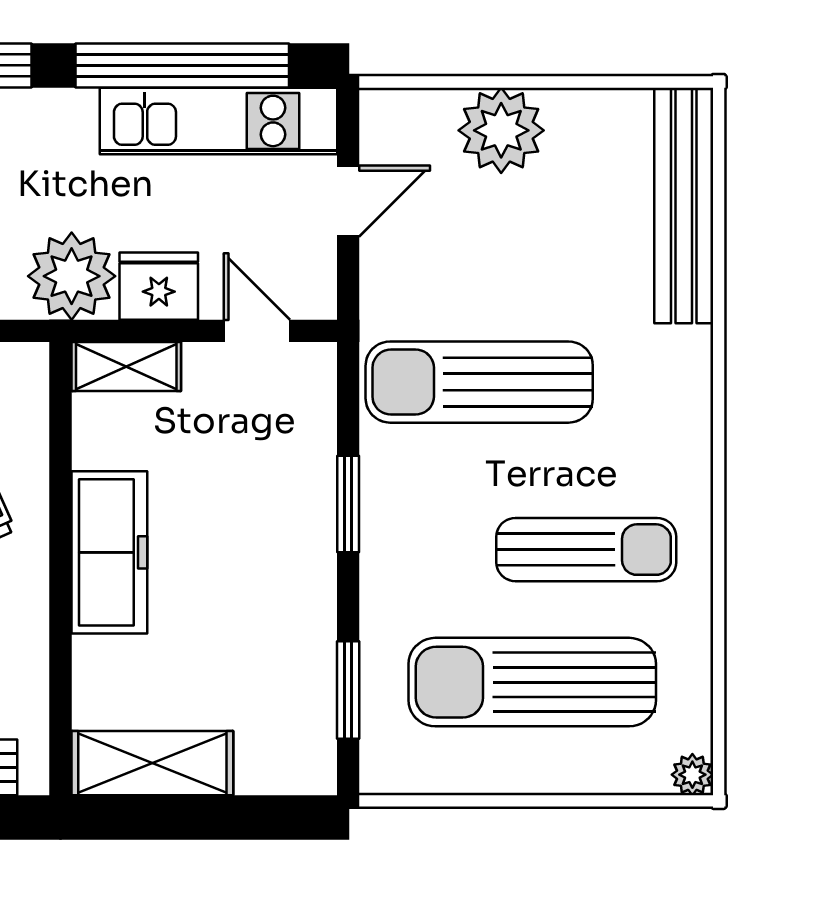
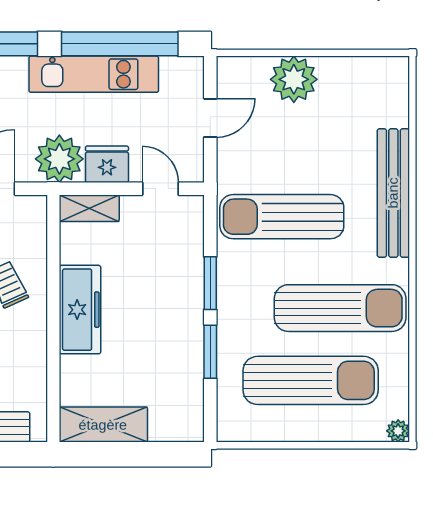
kitchen unit: (218, 121) -> (94, 74), moved
bench: (684, 205) -> (393, 193), moved
sun lounger: (586, 550) -> (340, 308), width x1.36, depth x1.34
sun lounger: (532, 682) -> (311, 380), turned 180
window: (348, 690) -> (210, 352), moved

